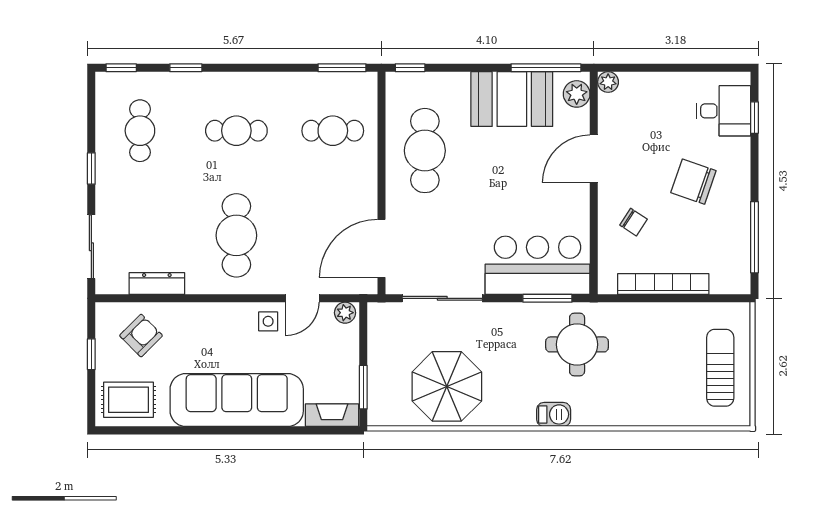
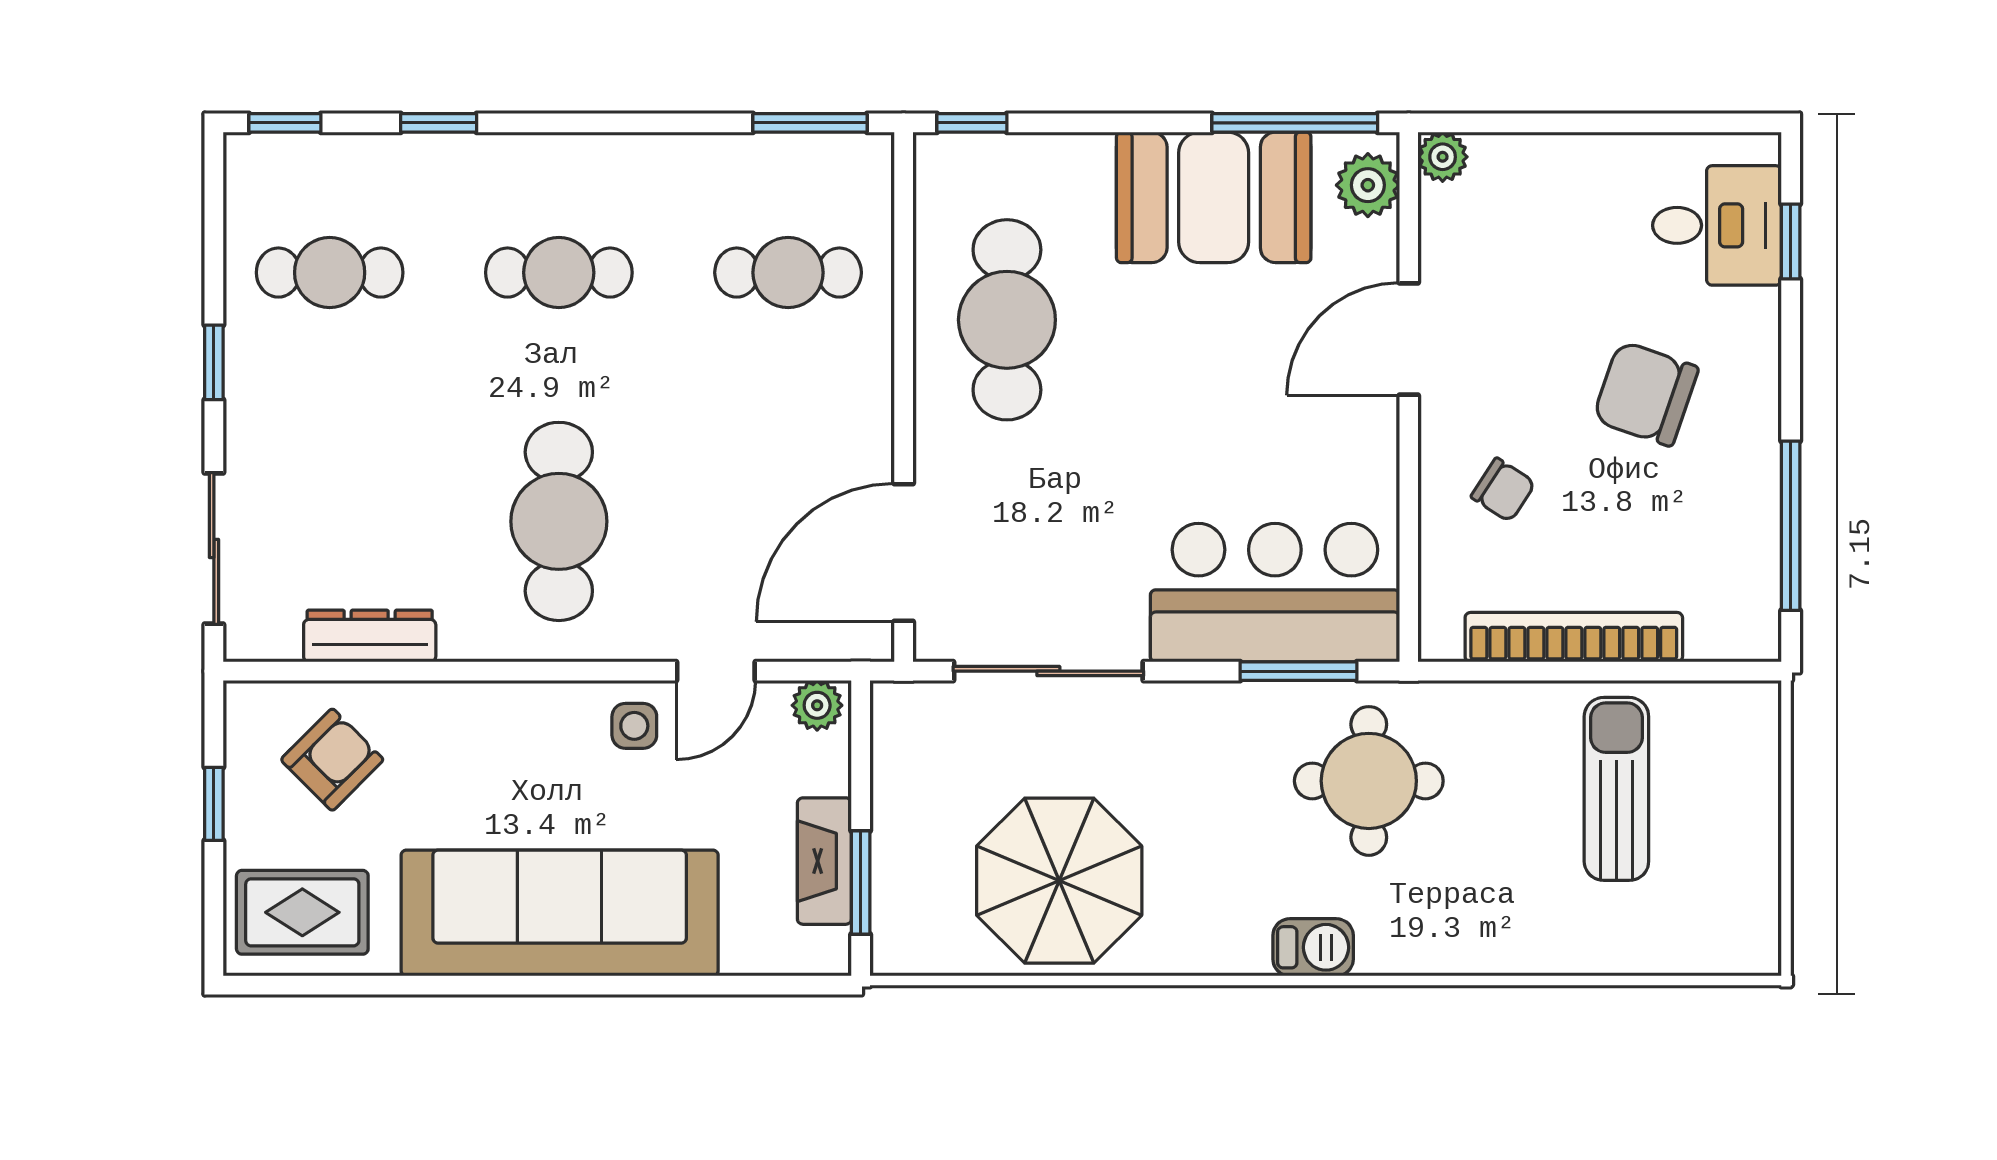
cafe table: (140, 131) -> (330, 273), turned 90
sun lounger: (720, 368) -> (1616, 789), moved
fireplace: (332, 415) -> (824, 861), moved, turned -90

